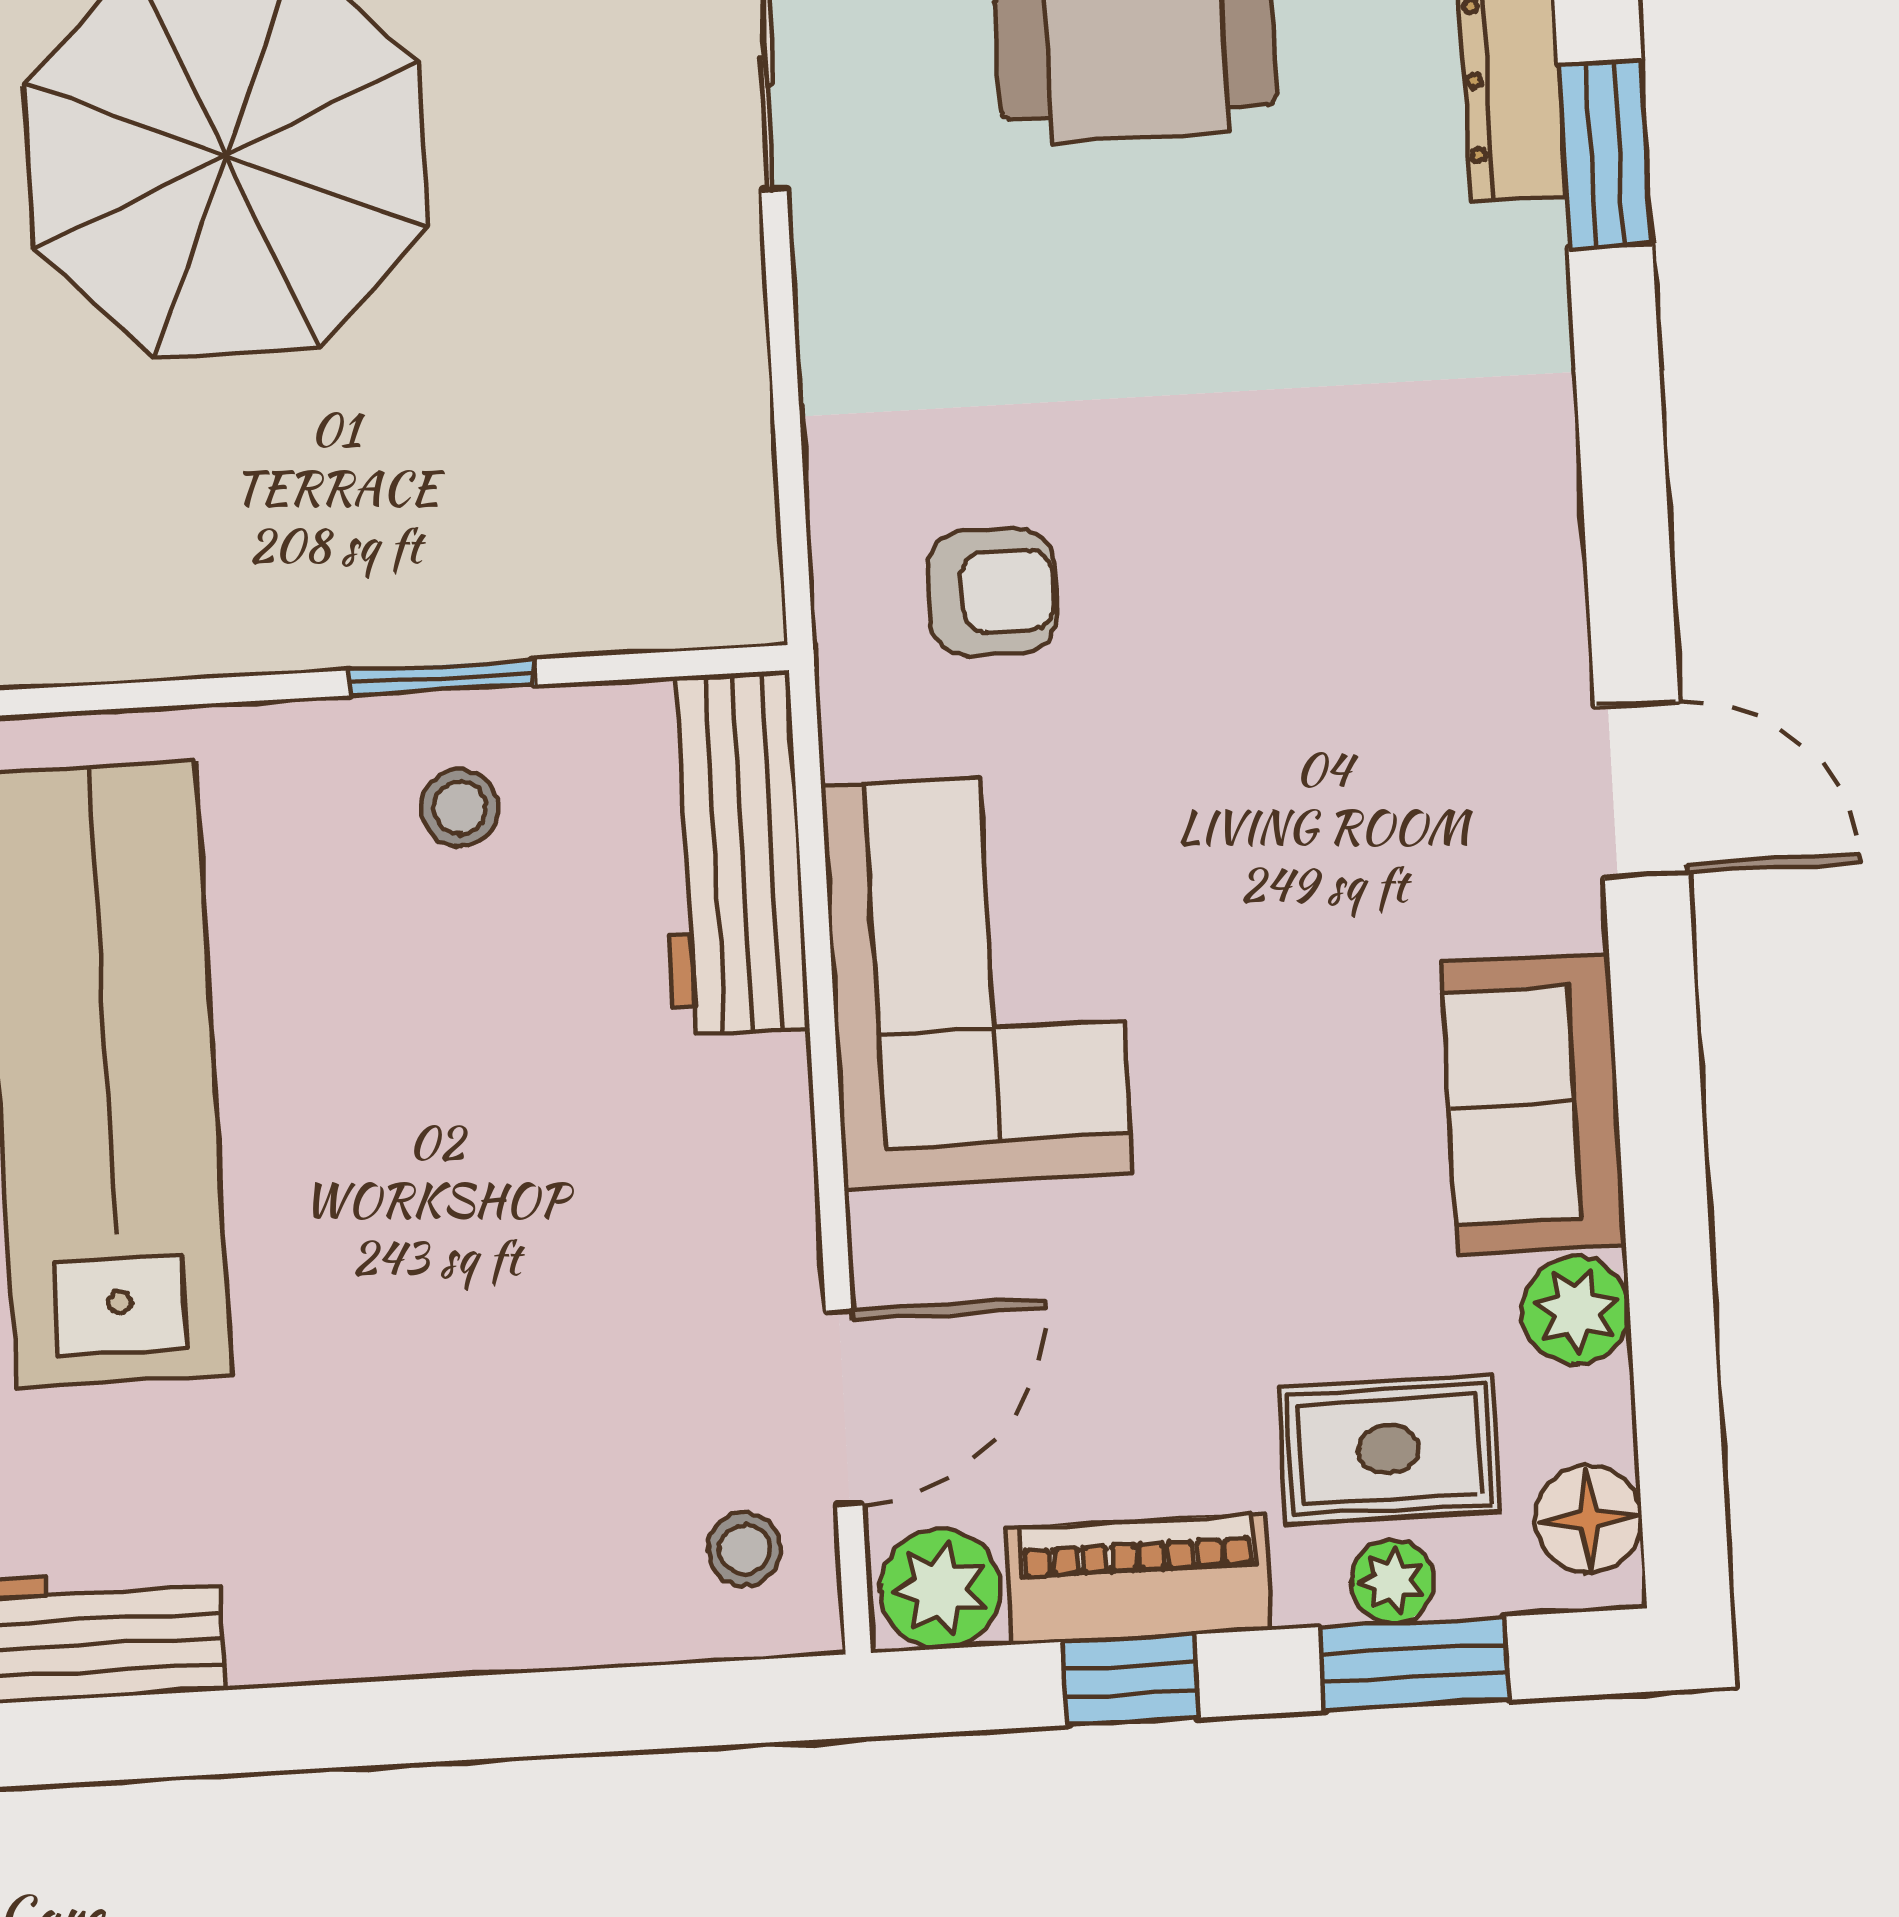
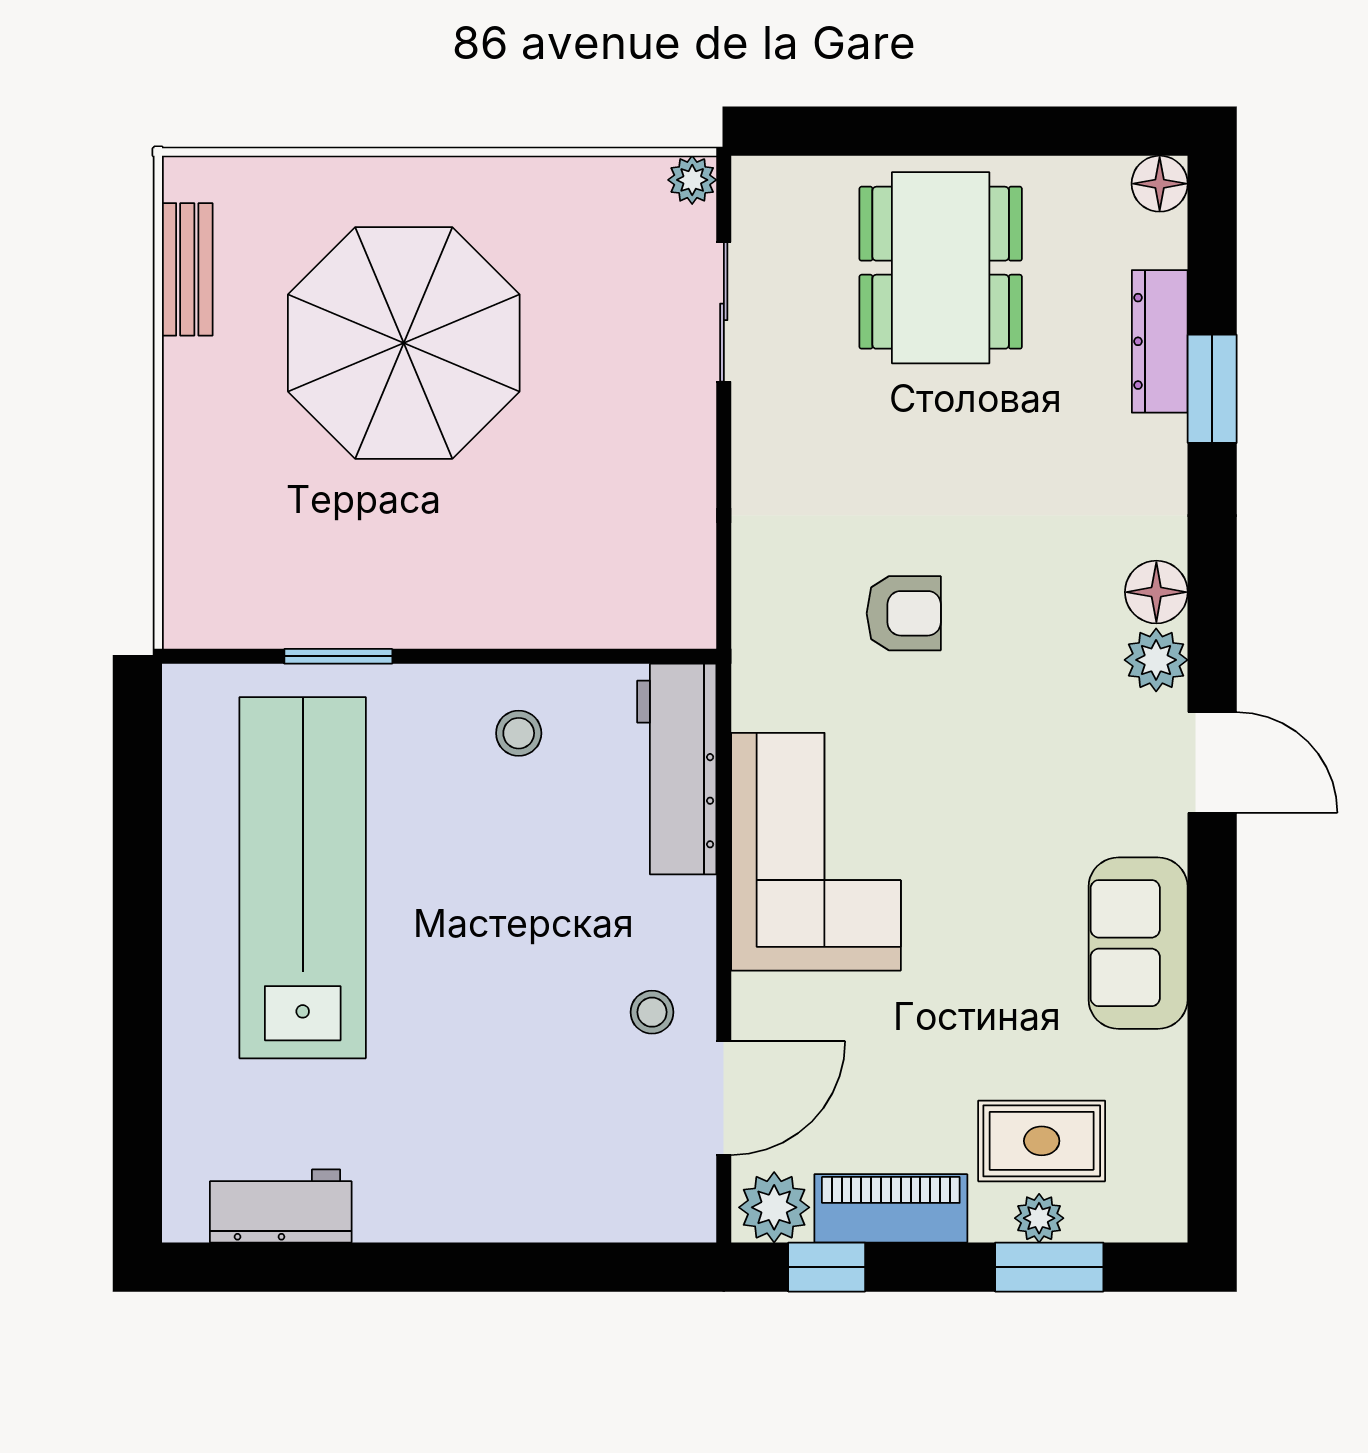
armchair: (992, 592) -> (904, 613), moved
window: (442, 677) -> (338, 656), moved
plant: (1576, 1310) -> (1156, 660), moved
floor lamp: (1588, 1519) -> (1156, 592), moved
stool: (744, 1549) -> (652, 1012), moved
window: (1131, 1680) -> (827, 1267), moved

